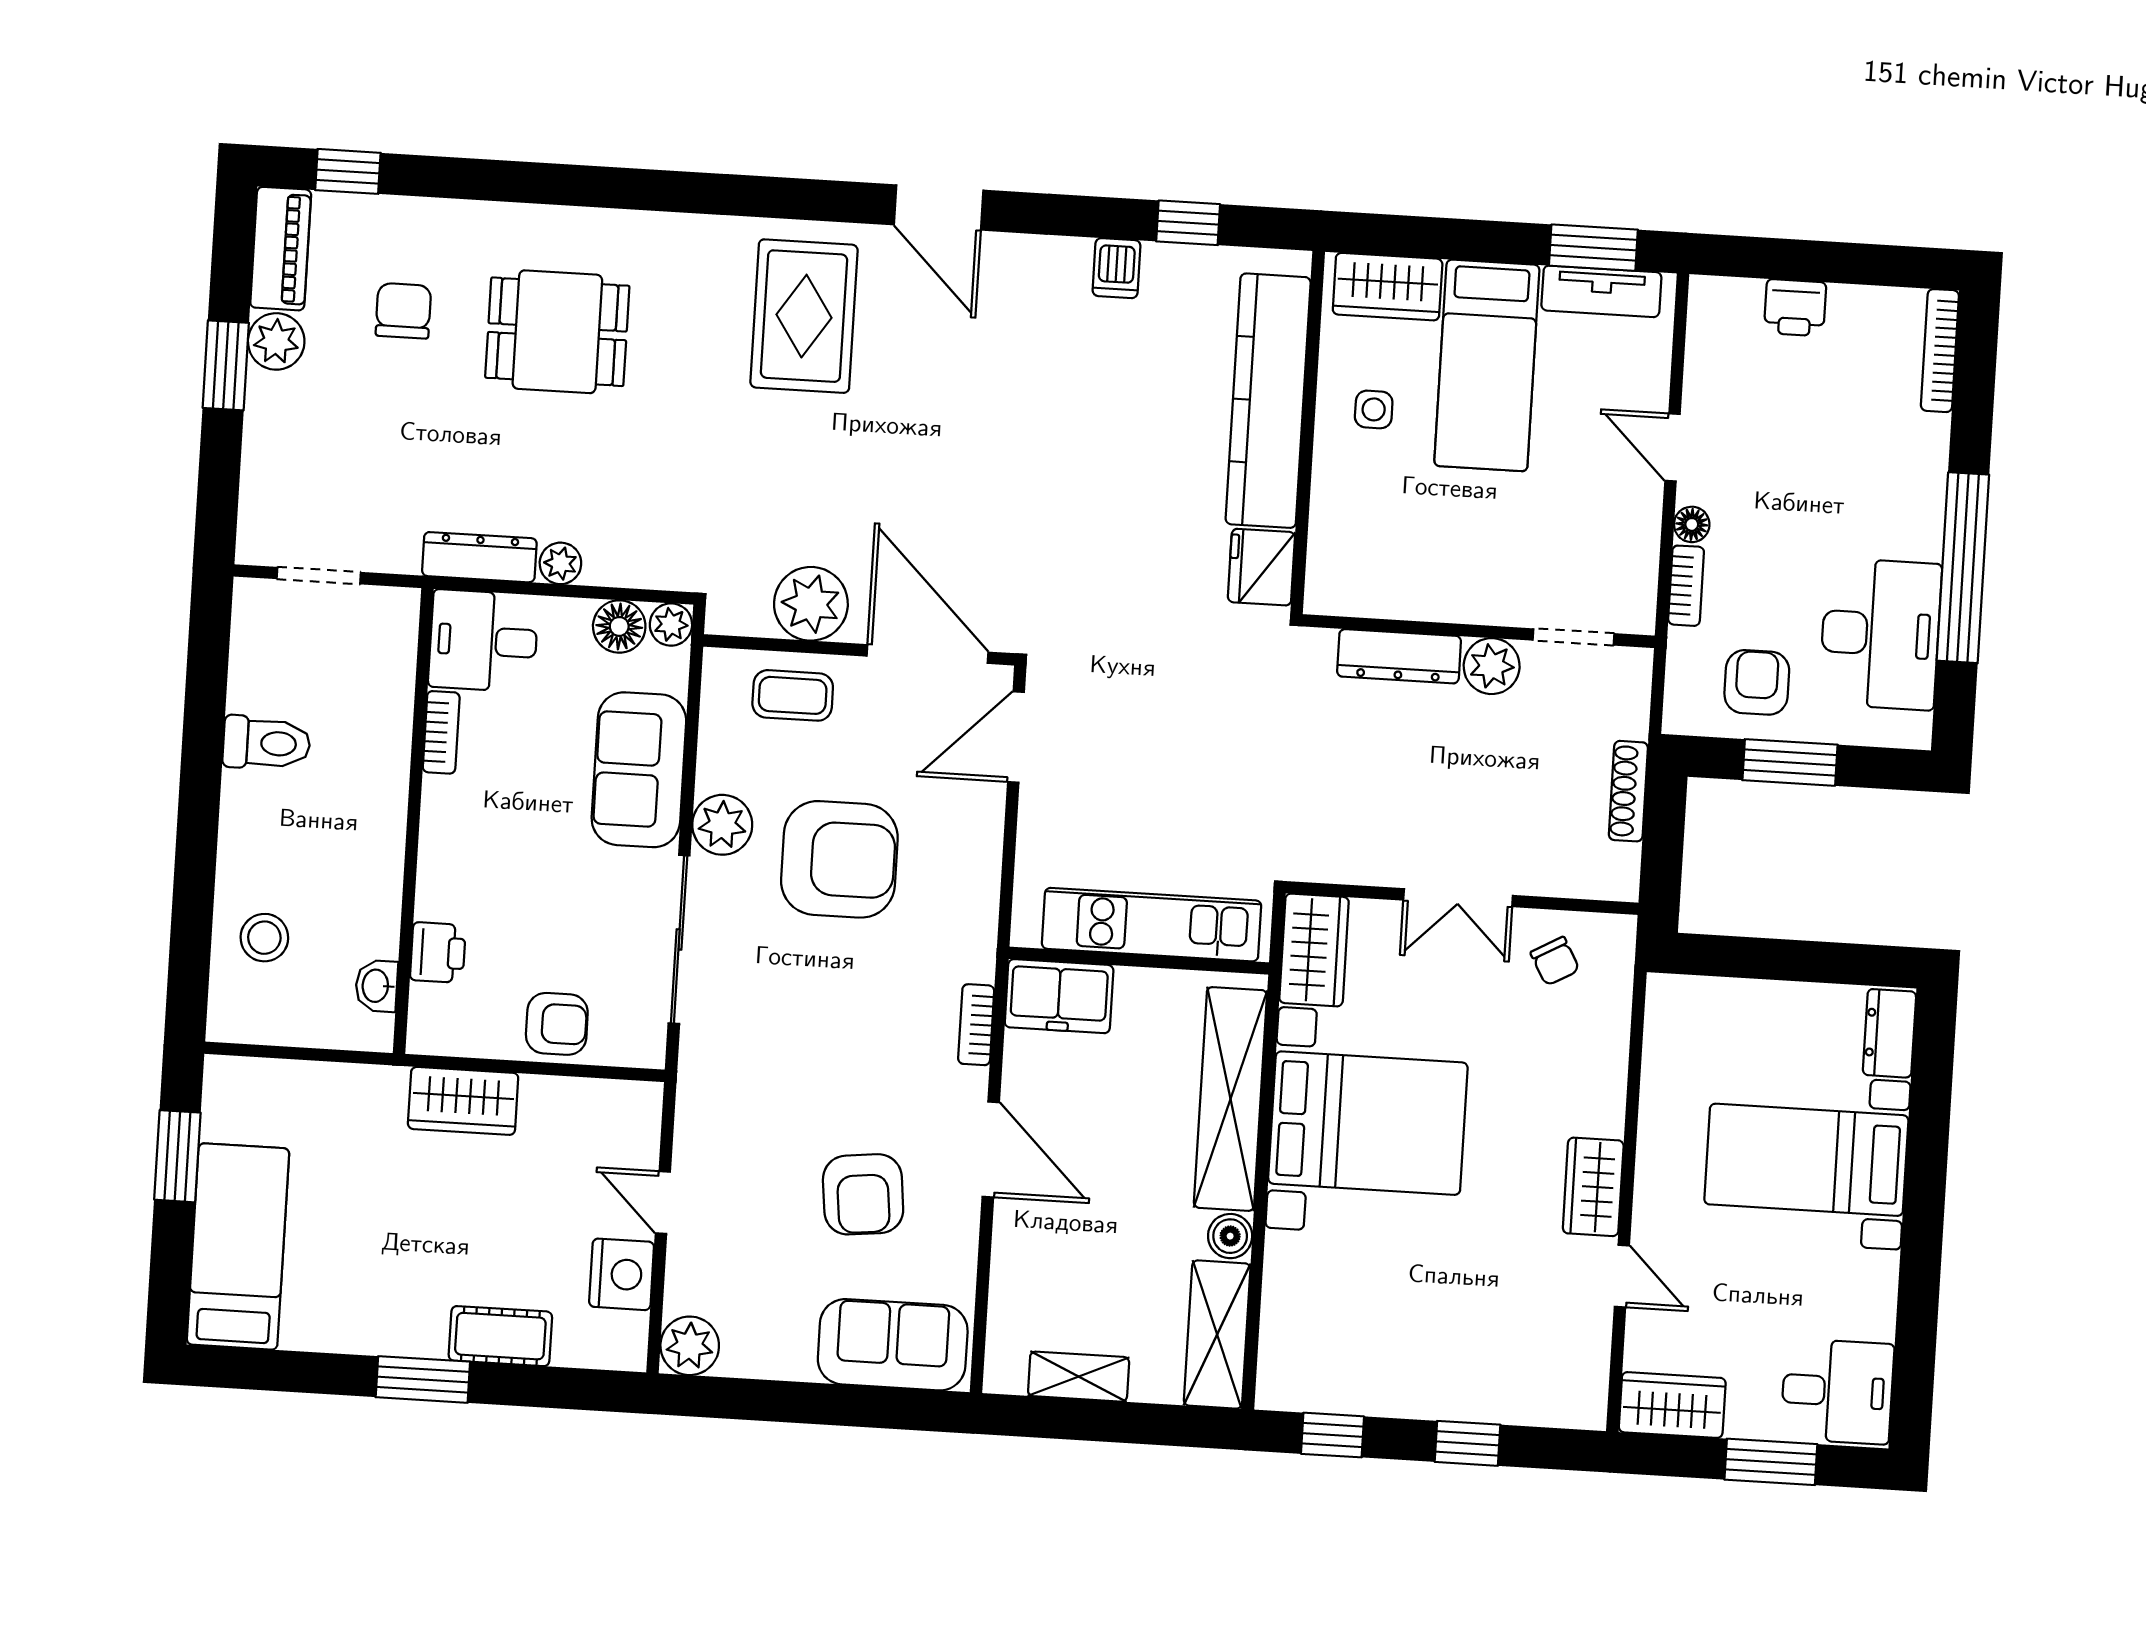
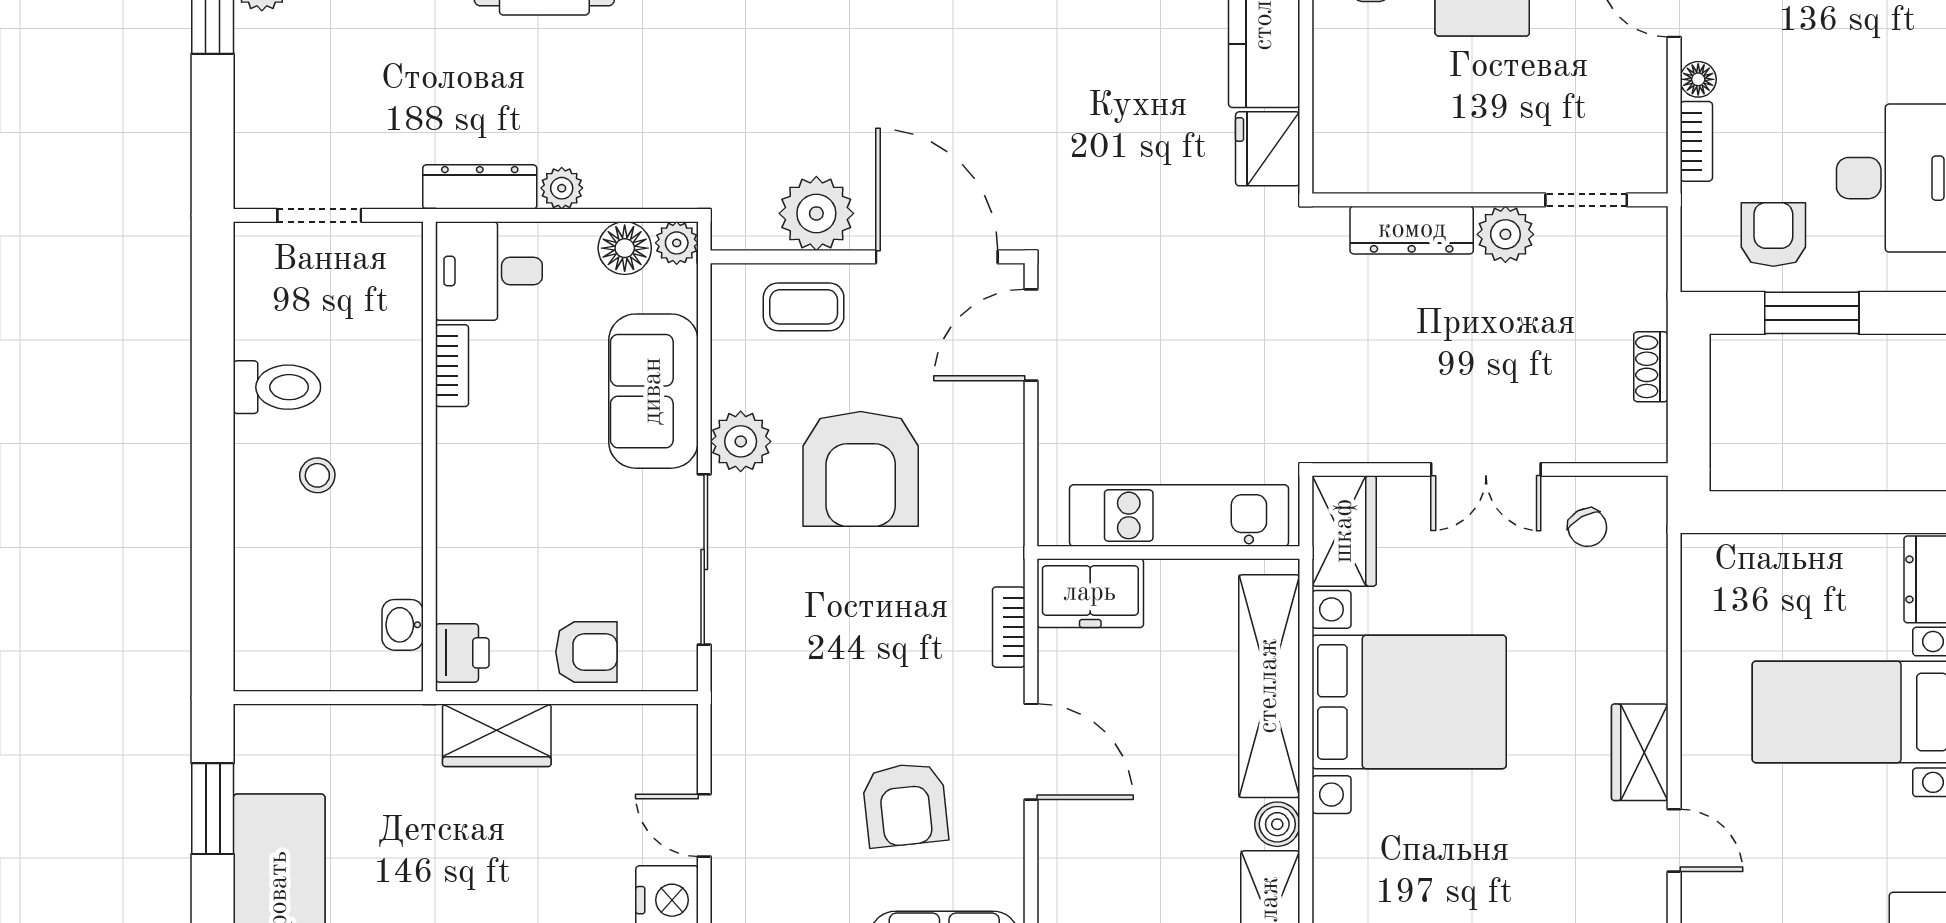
shoe rack: (1628, 791) -> (1651, 367), width x0.70
armchair: (839, 859) -> (861, 469), turned 90
stool: (264, 938) -> (317, 475), moved, width x0.73, depth x0.73
printer: (438, 953) -> (462, 653), moved

